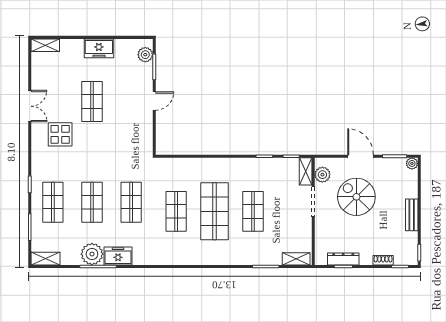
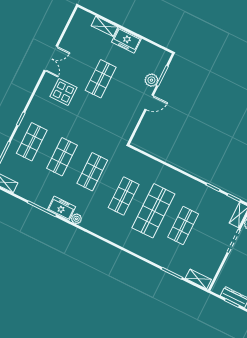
shelving: (45, 45) -> (105, 26), moved
plant: (145, 55) -> (151, 80), moved
plant: (92, 254) -> (76, 219), moved, width x0.53, depth x0.53

